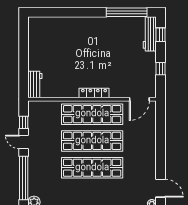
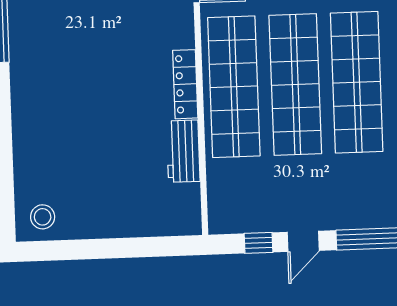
stool: (38, 29) -> (43, 217), added
workbench: (35, 85) -> (183, 151), moved, turned -90

